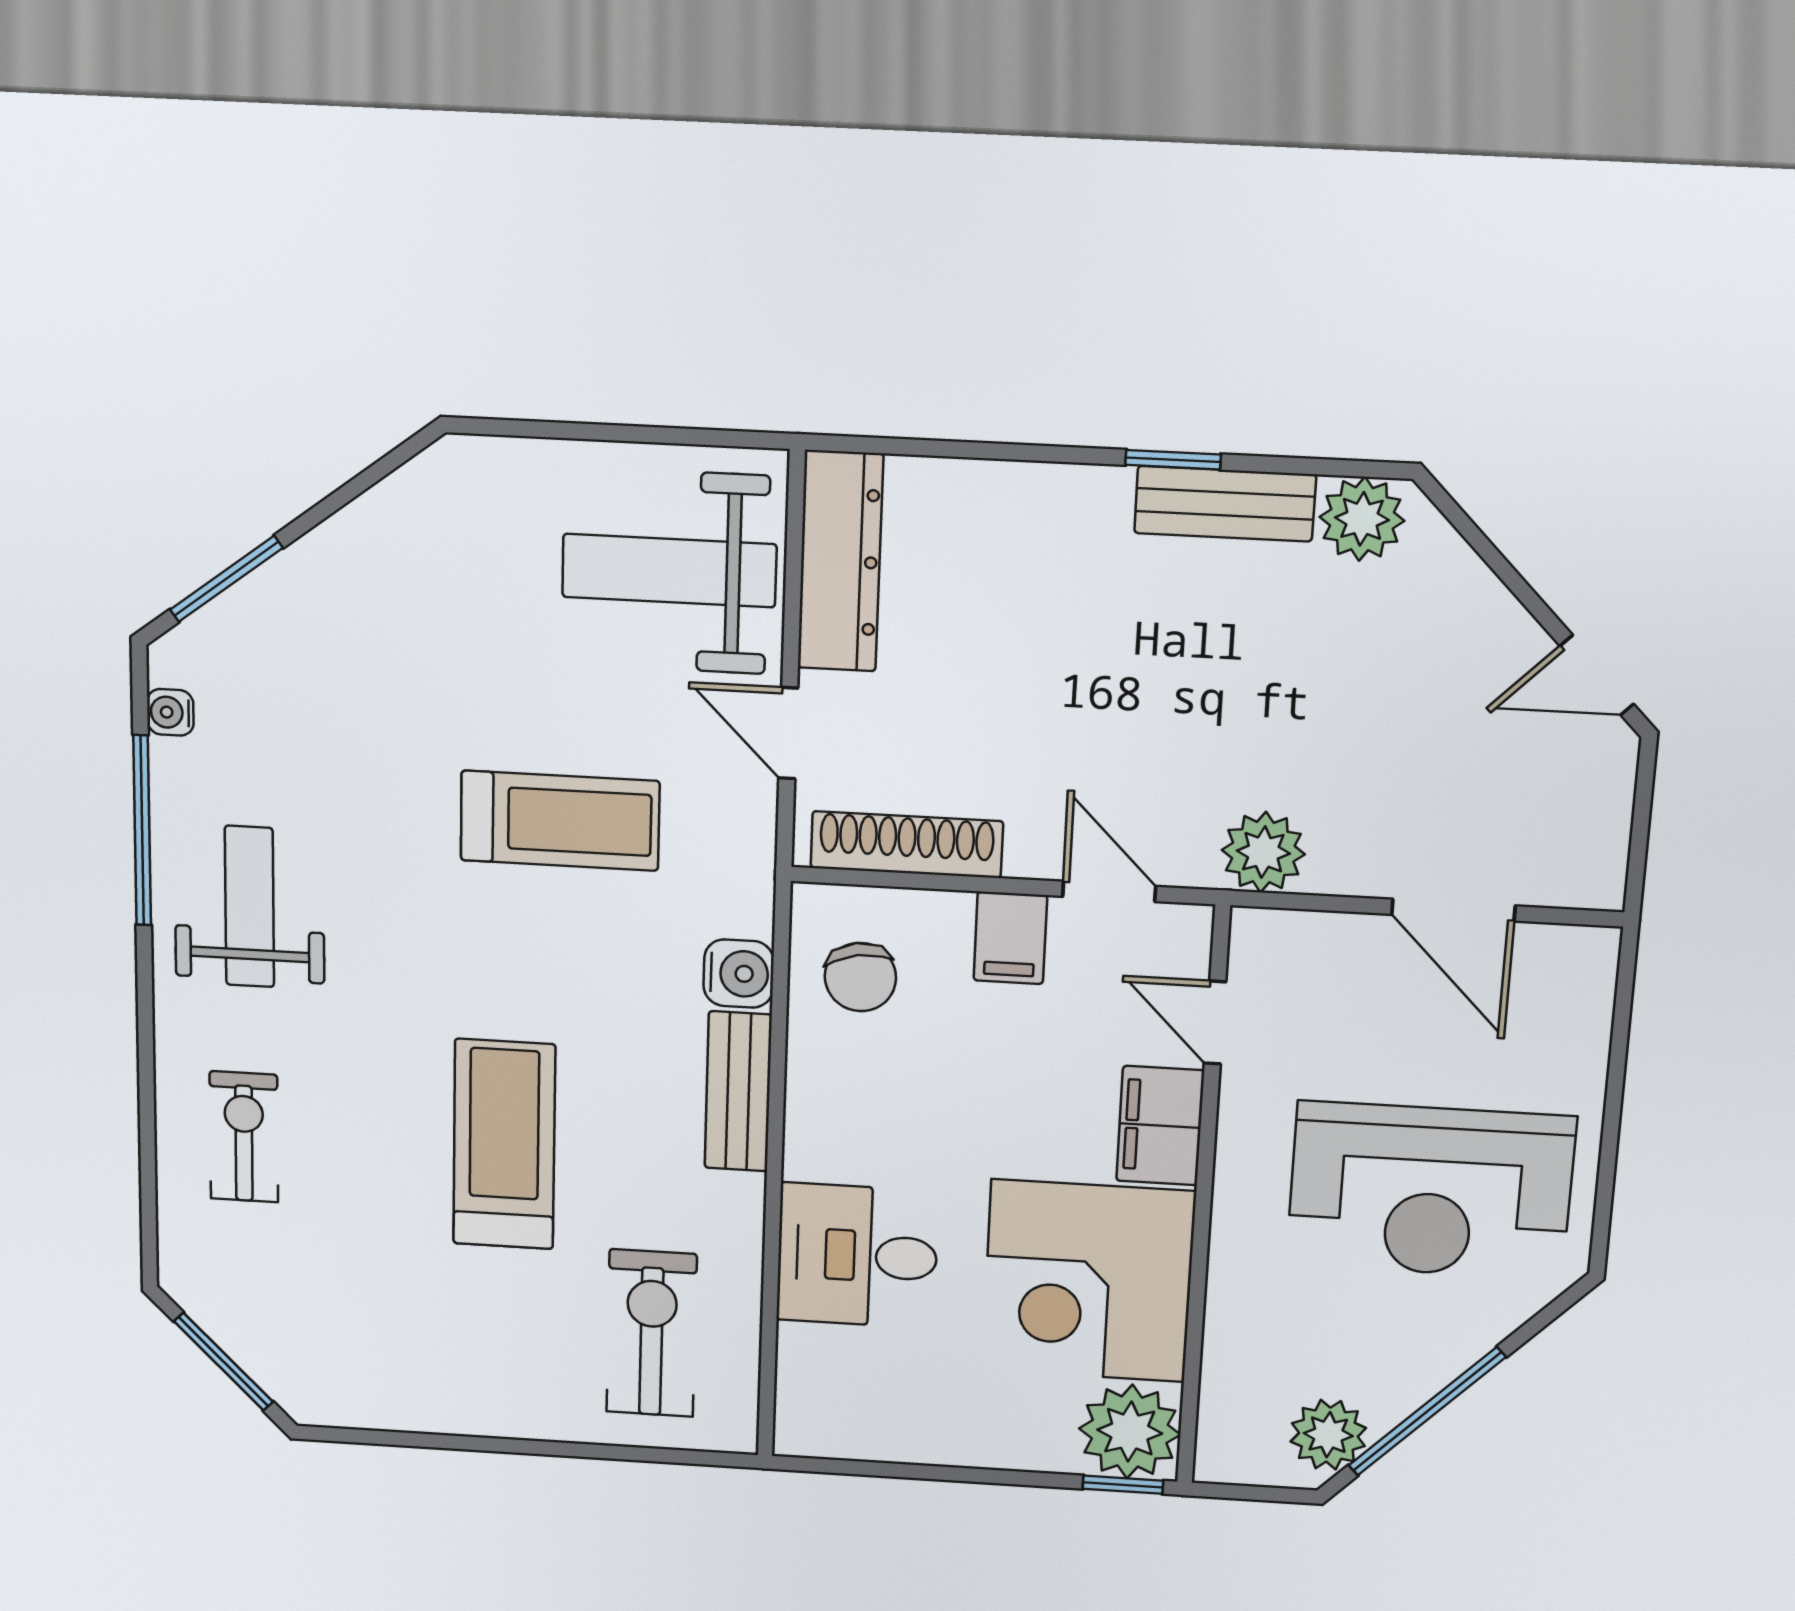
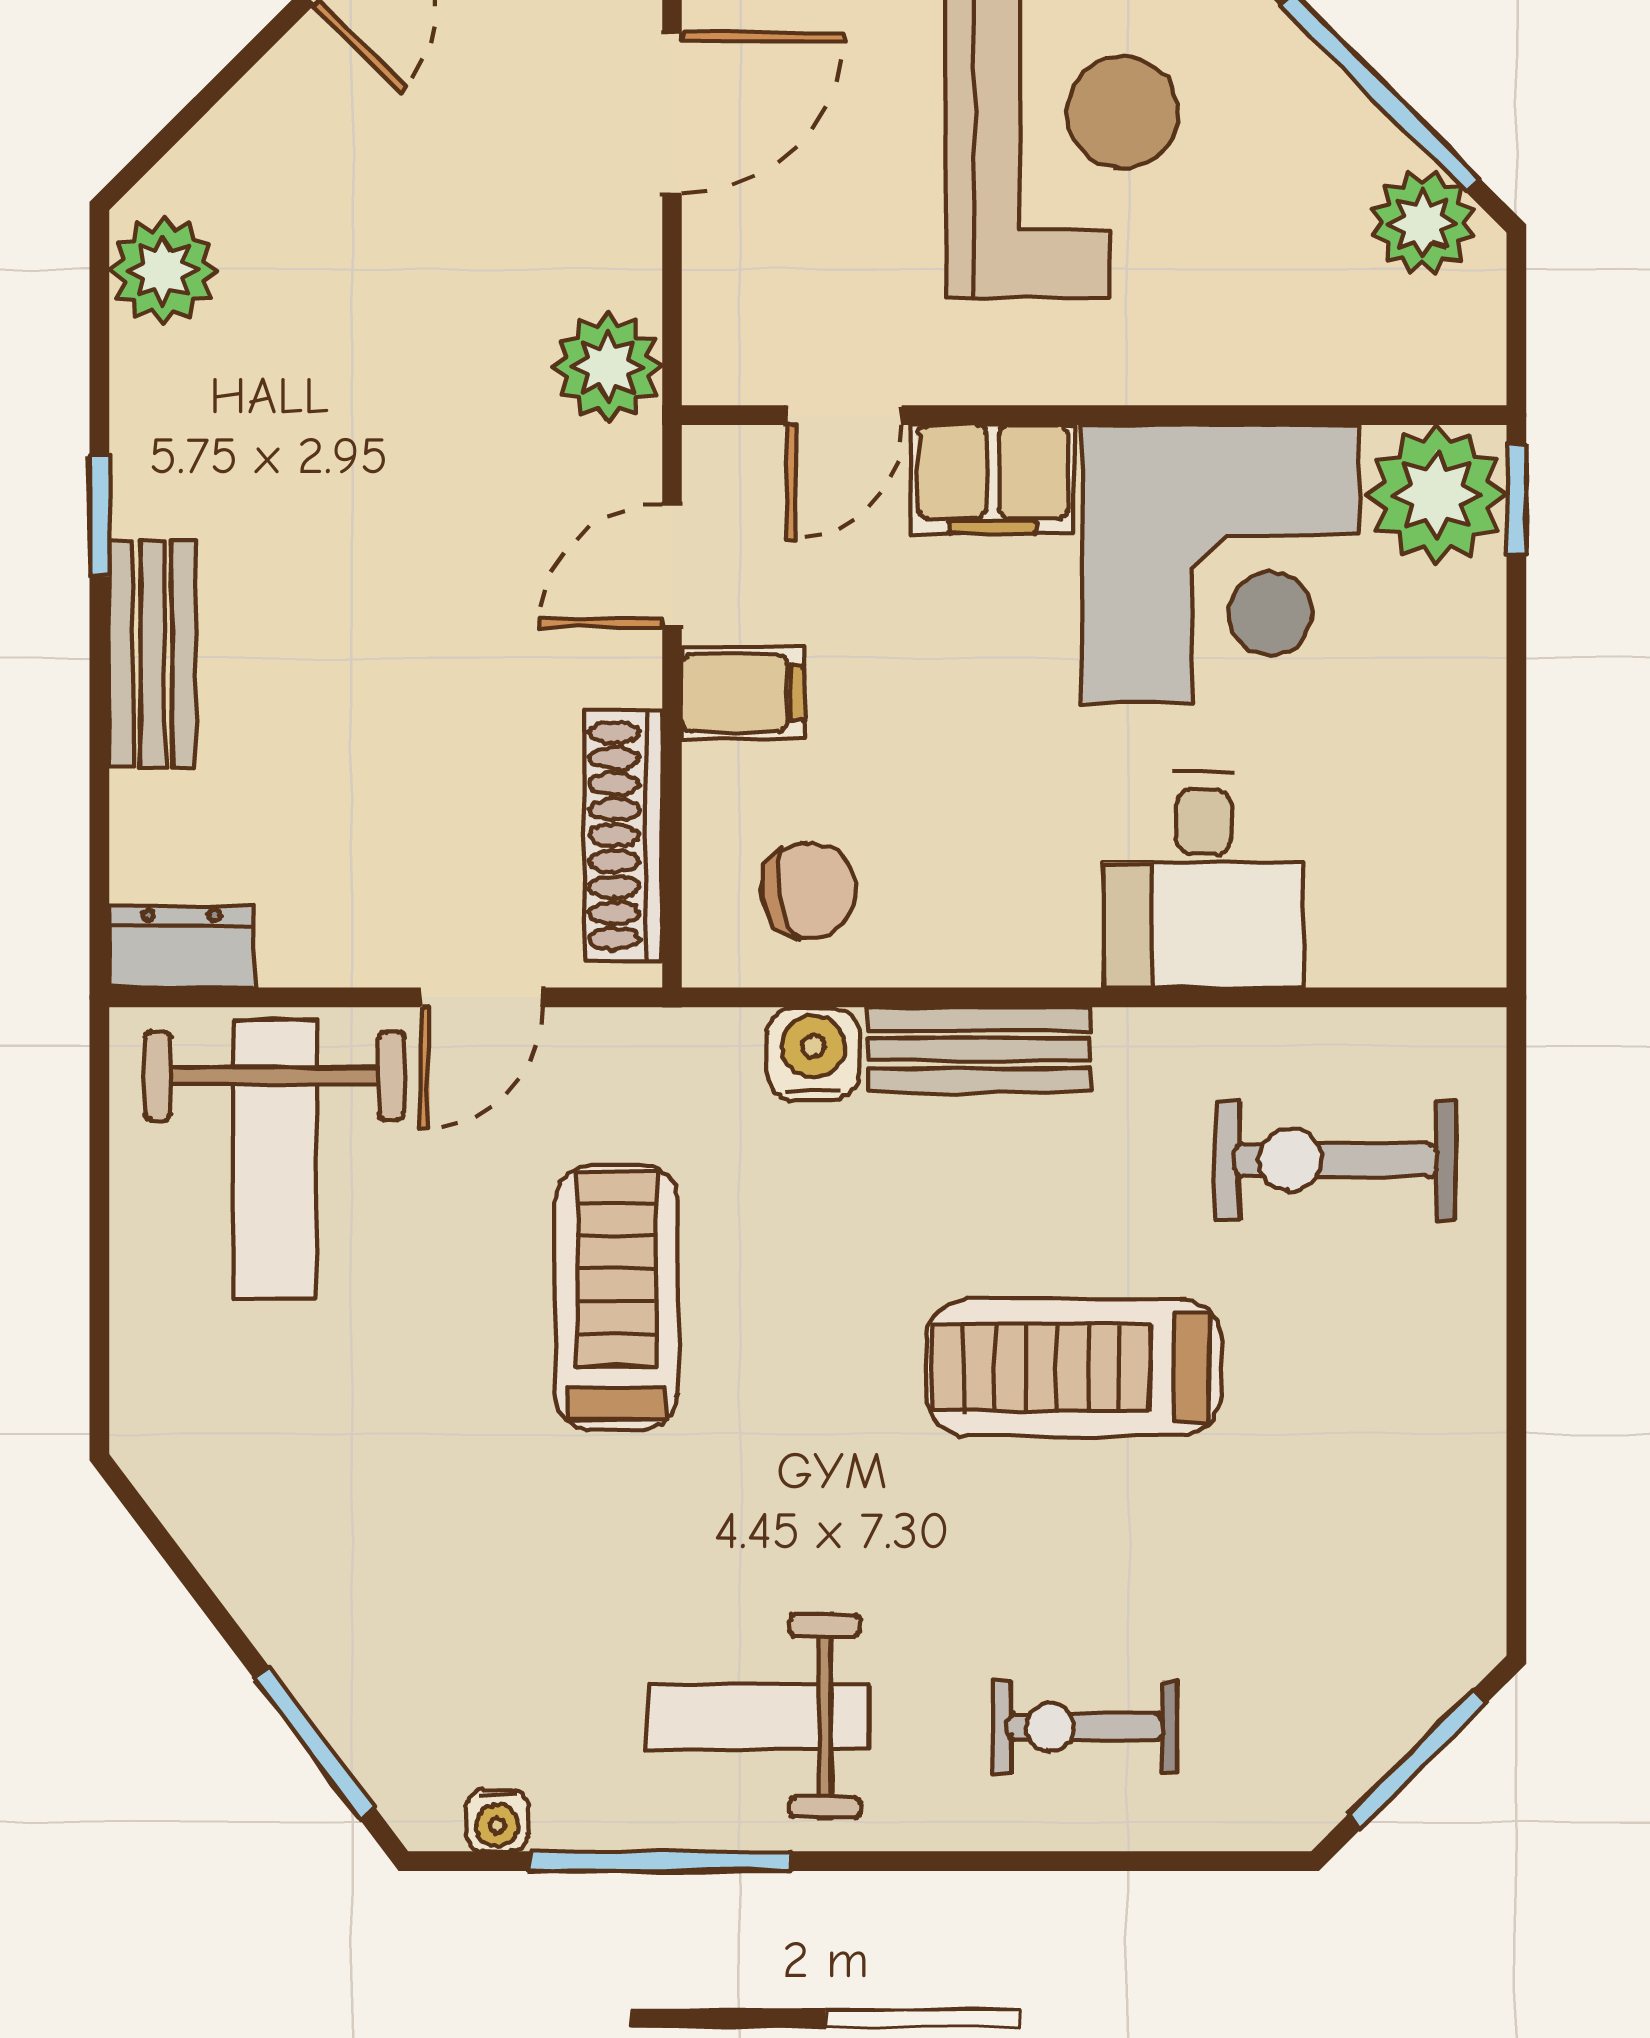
bench: (1225, 504) -> (153, 654), moved
dresser: (840, 561) -> (182, 947), width x0.51, depth x0.80

